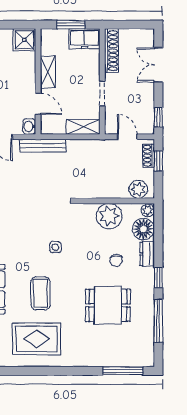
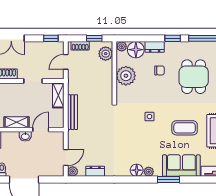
washbasin: (29, 126) -> (25, 136), moved
bench: (43, 146) -> (72, 112), moved
window: (158, 161) -> (94, 38), moved

